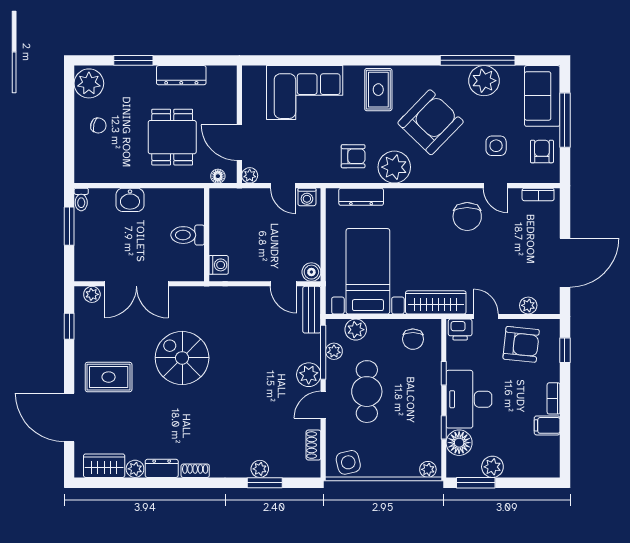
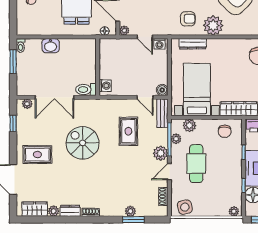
toilet: (188, 235) -> (86, 90), moved
rug: (257, 339) -> (128, 131), added

